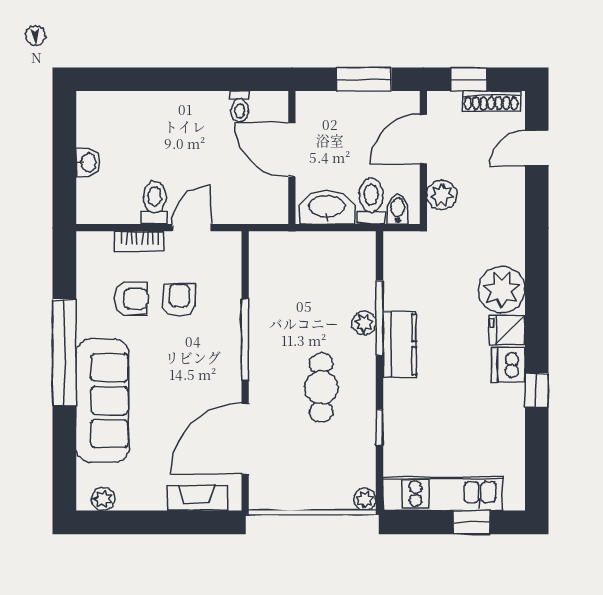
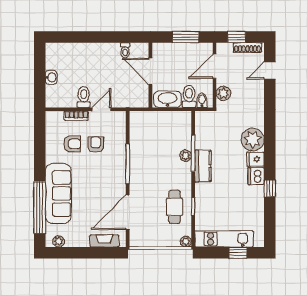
window: (64, 352) -> (40, 208), moved
cafe table: (321, 388) -> (174, 207), moved

